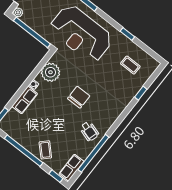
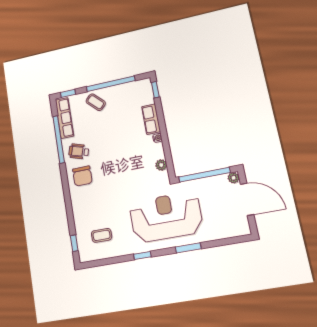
window: (127, 34) -> (142, 256), moved
plant: (50, 72) -> (161, 165), width x0.53, depth x0.53
window: (141, 93) -> (74, 243), moved
chair: (79, 97) -> (82, 176), moved
row of seats: (71, 168) -> (64, 118), width x1.48

